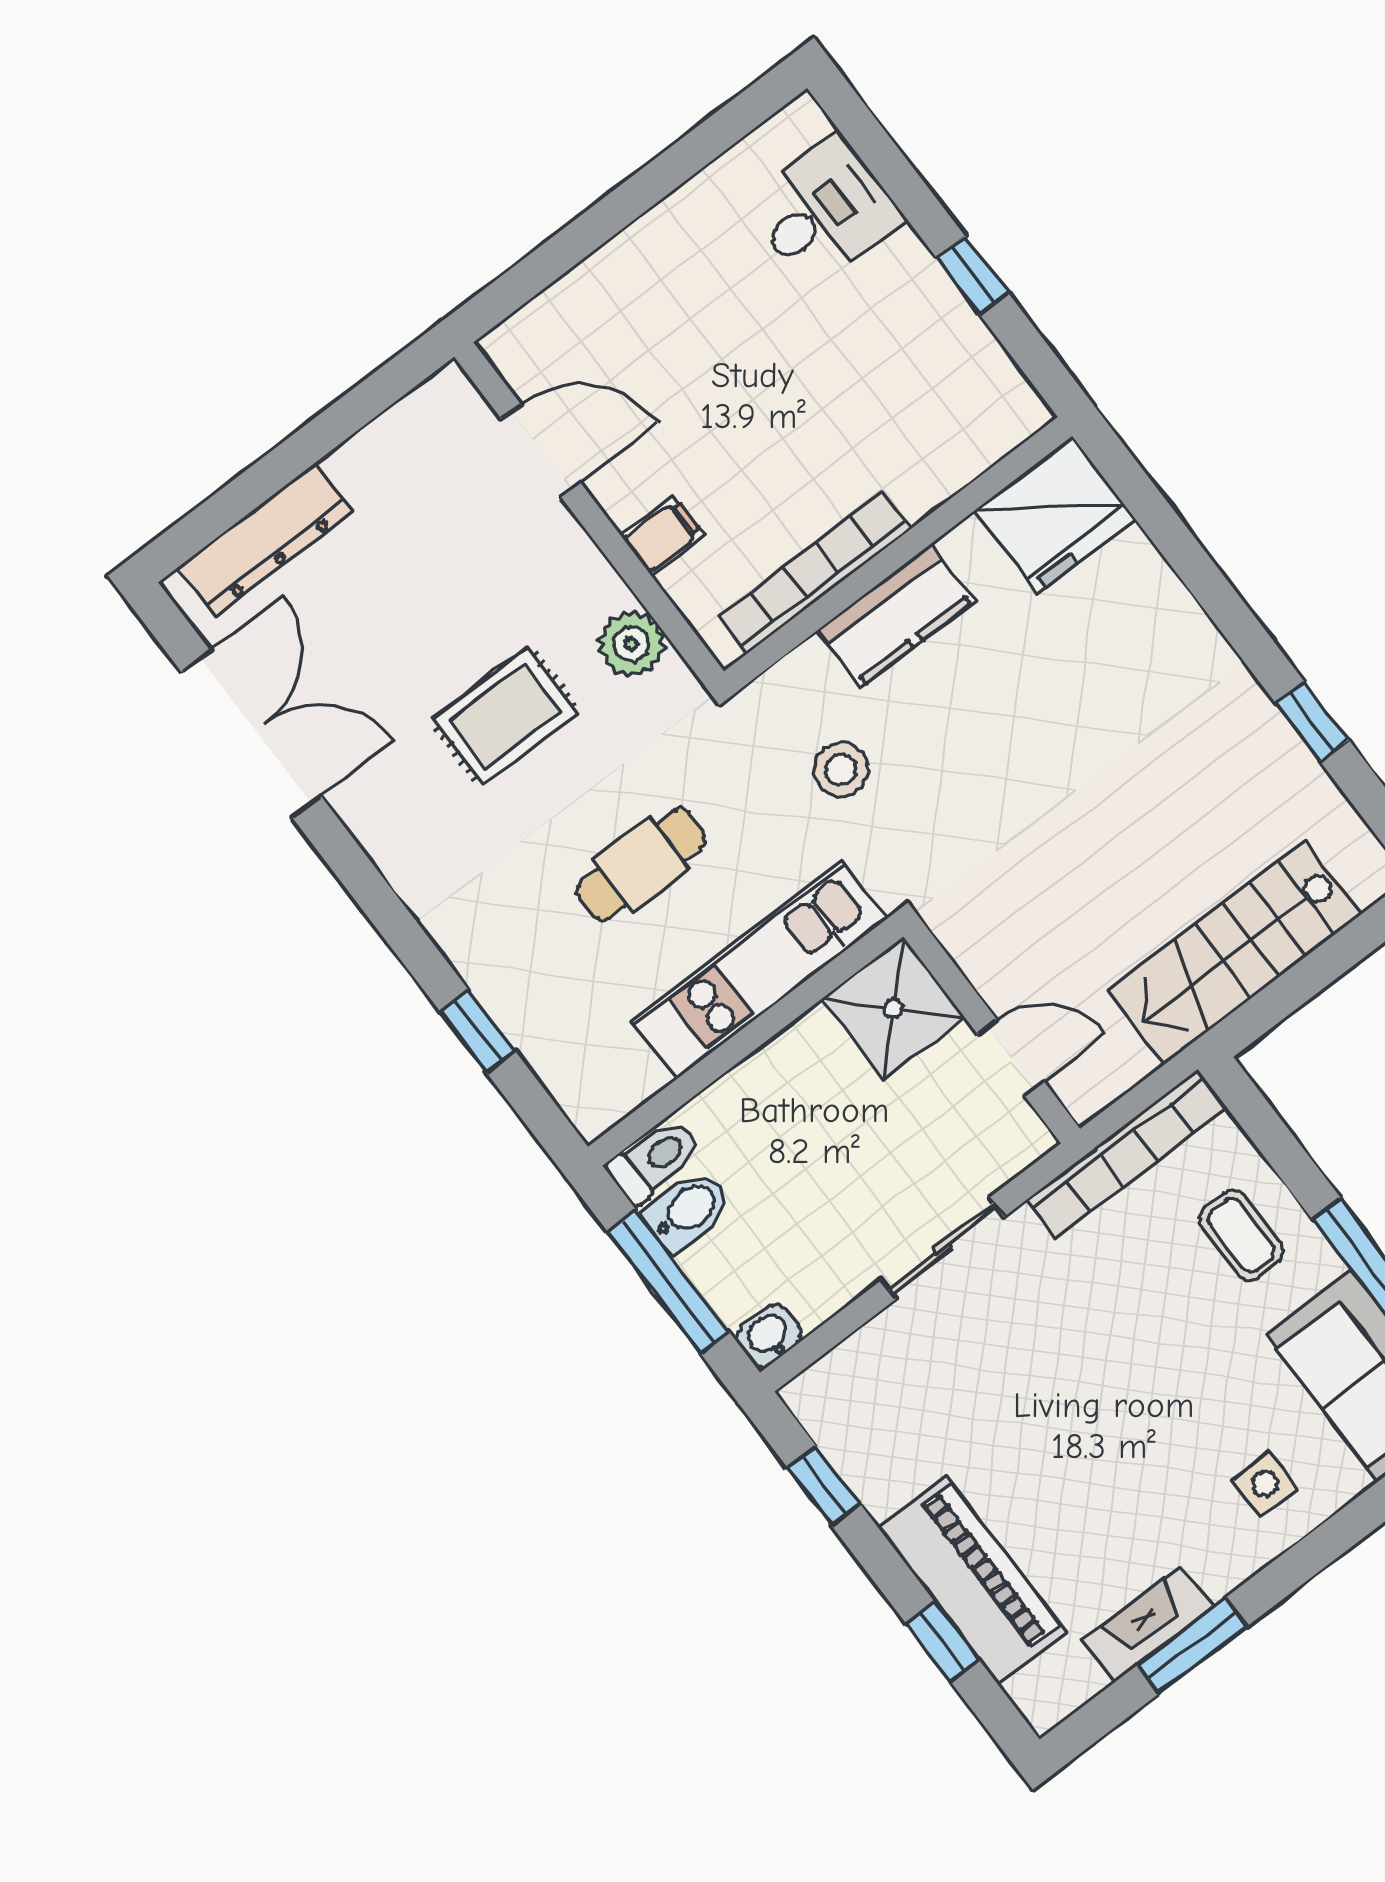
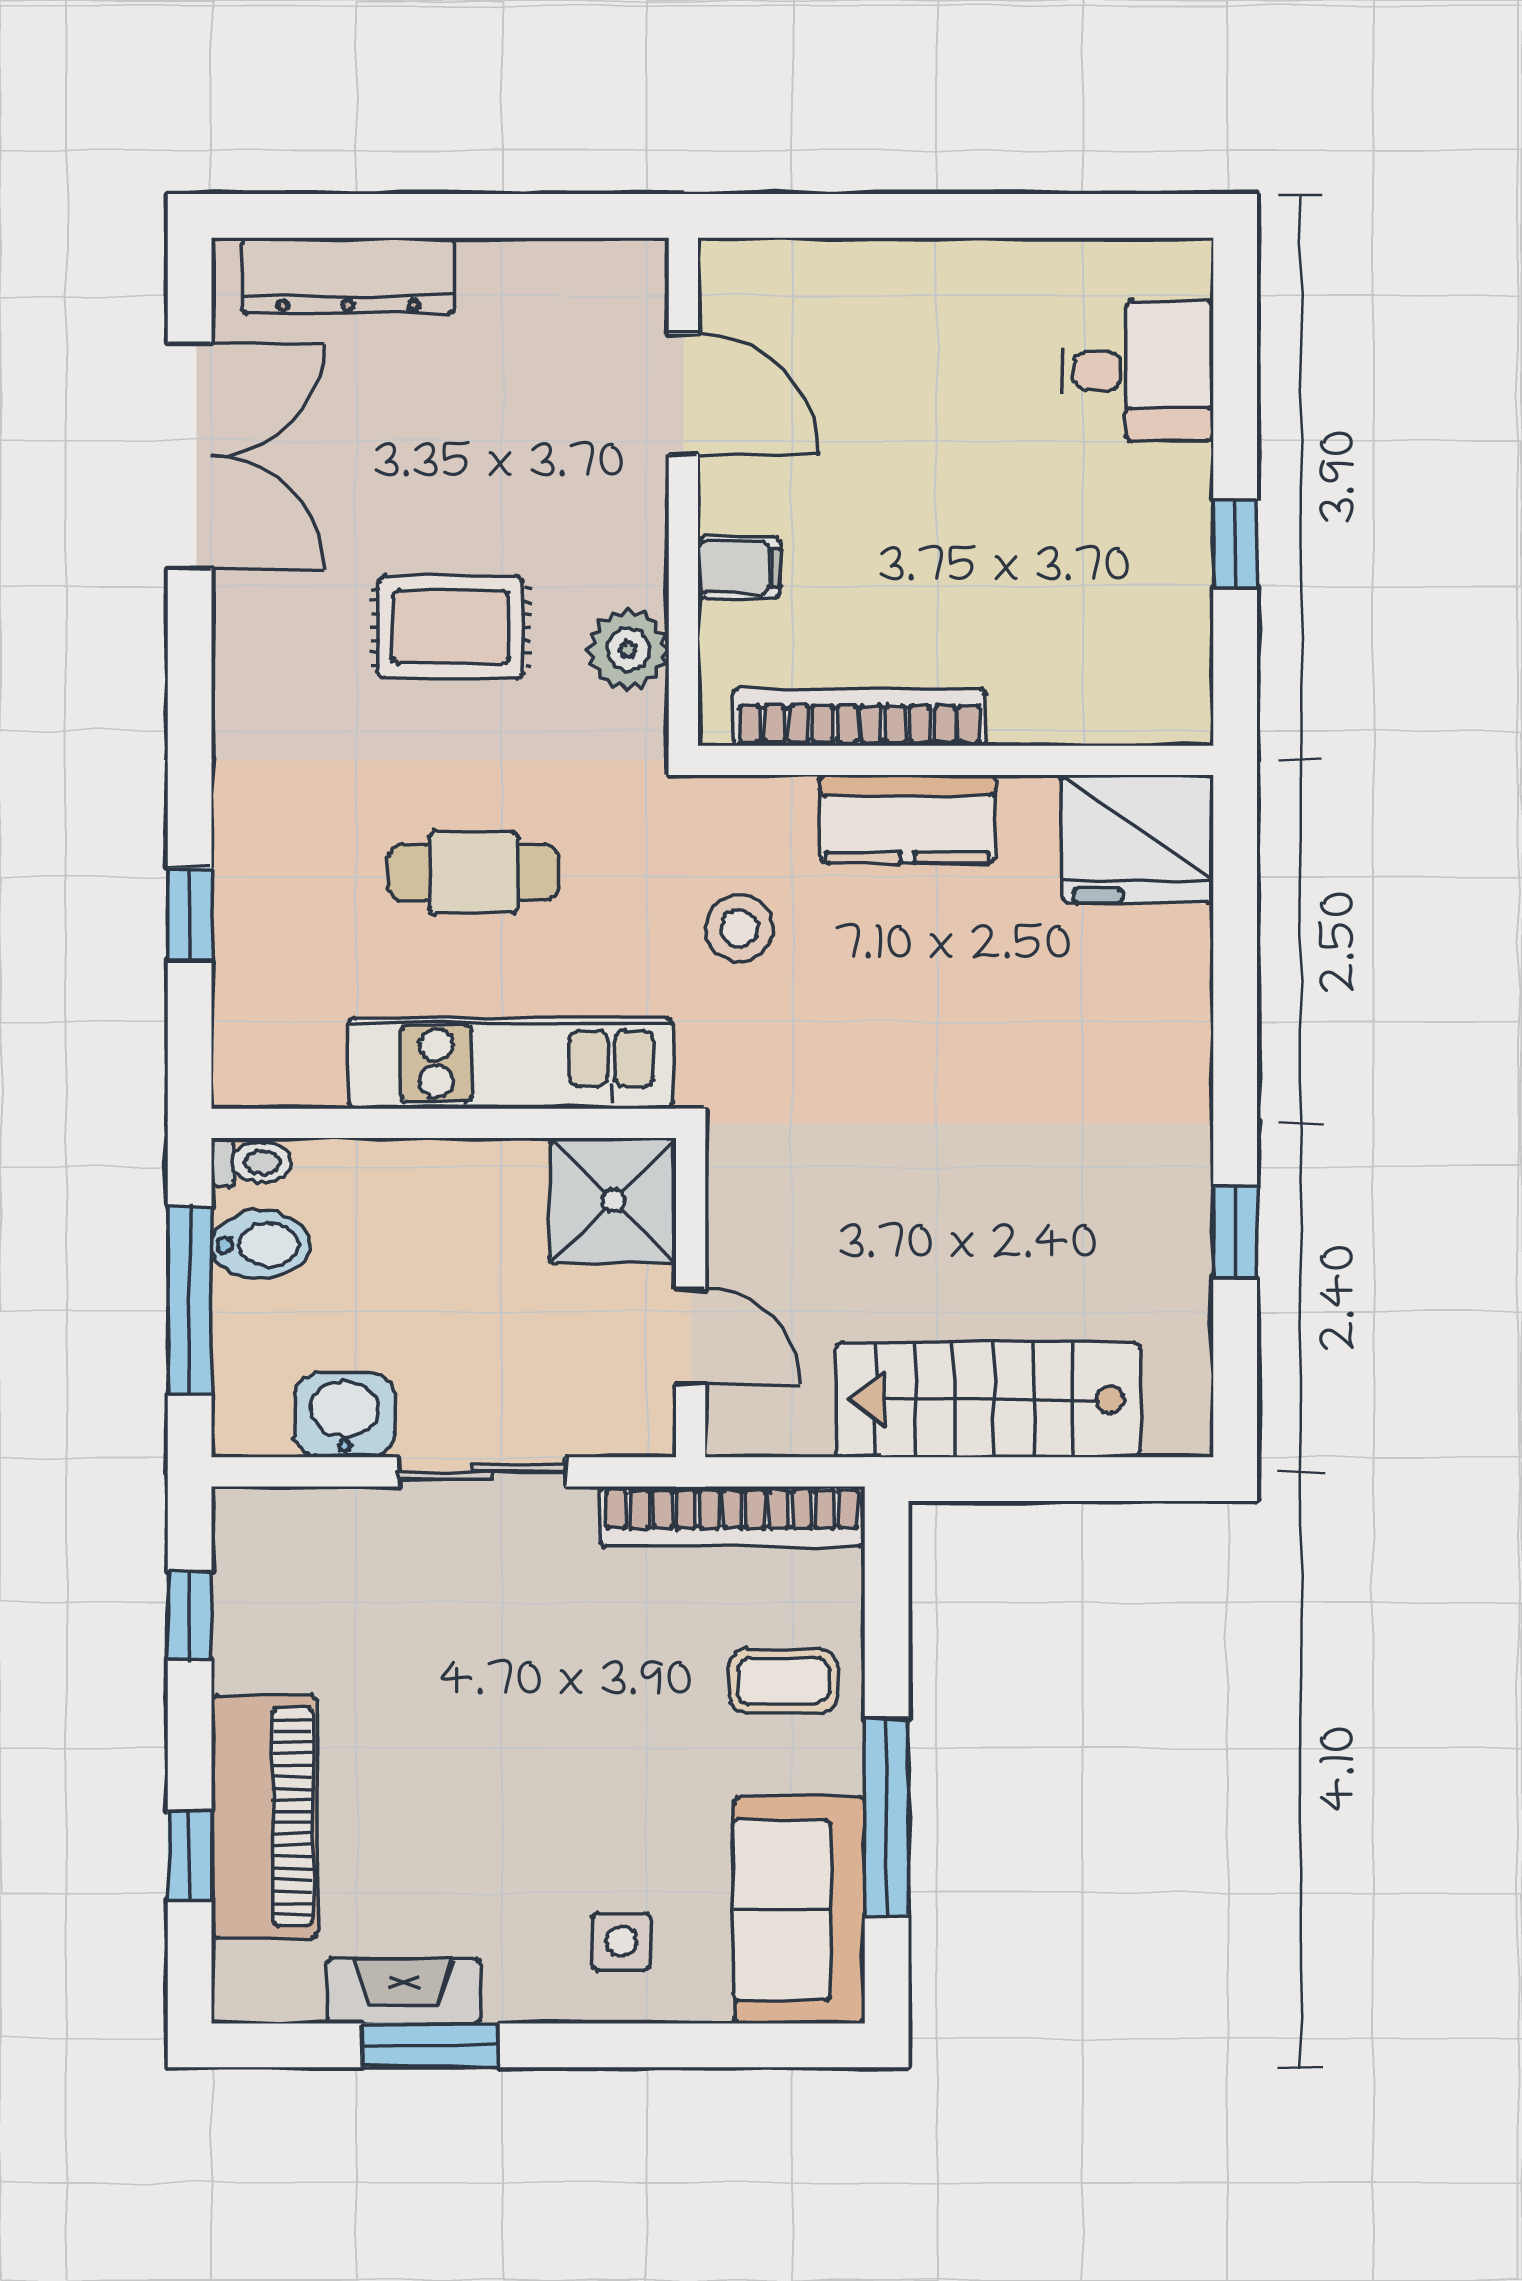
toilet: (655, 1160) -> (251, 1162), width x0.73, depth x0.72
coffee table: (1241, 1235) -> (783, 1681), turned 90
washbasin: (769, 1336) -> (345, 1415), moved, width x1.38, depth x1.45

